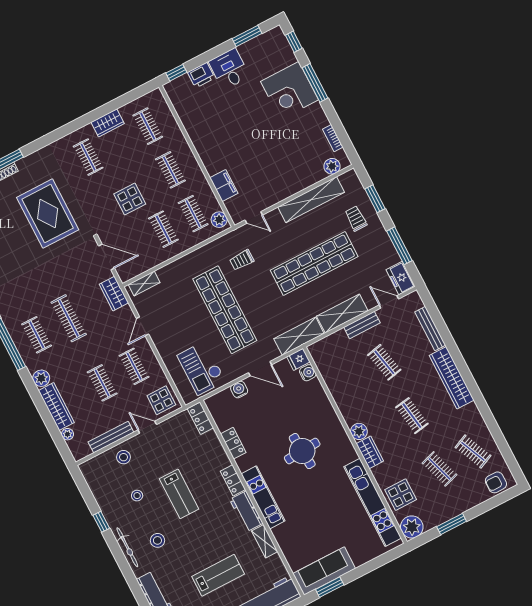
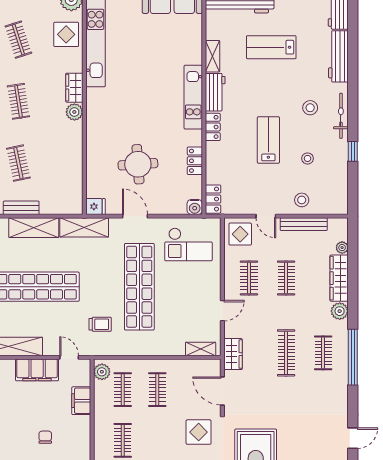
chair: (239, 138) -> (45, 437), added
filing cabinet: (276, 192) -> (37, 370), added
display table: (130, 199) -> (199, 432), moved
checkout: (201, 368) -> (188, 244), turned 90
water cooler: (308, 373) -> (93, 190), removed
water cooler: (239, 390) -> (195, 207), moved
round table: (302, 451) -> (138, 164), moved

